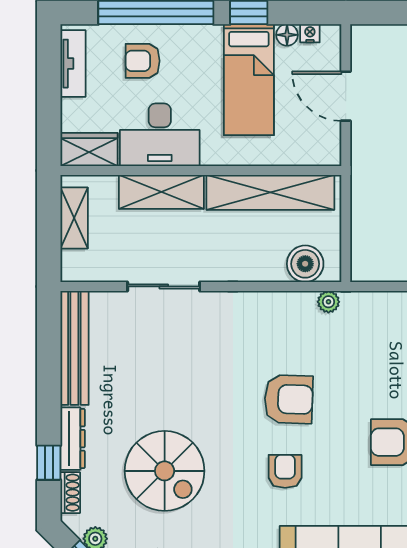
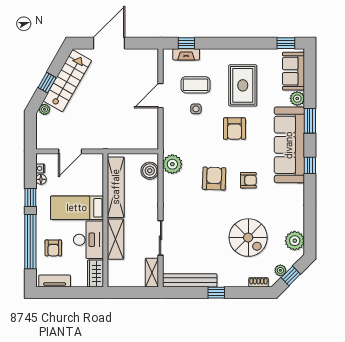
bed: (249, 80) -> (77, 208), moved, turned 180
shelving: (74, 218) -> (152, 273), moved, turned 90
plant: (328, 302) -> (172, 164), width x1.88, depth x1.88
dresser: (73, 439) -> (233, 281), removed
window: (49, 463) -> (216, 293), moved
spiral stairs: (165, 471) -> (248, 238), turned 90
armchair: (285, 471) -> (248, 180), turned 180

